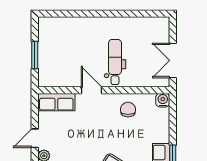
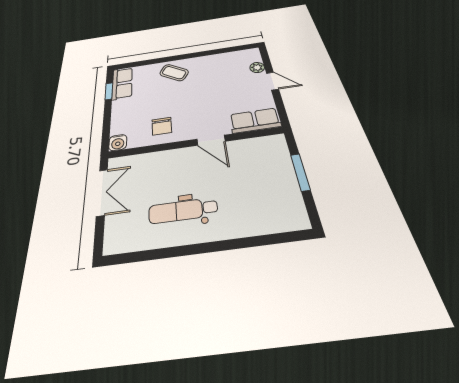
dental chair: (115, 62) -> (183, 211), moved, turned 90
door: (35, 138) -> (272, 81), hinge flipped

